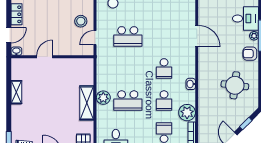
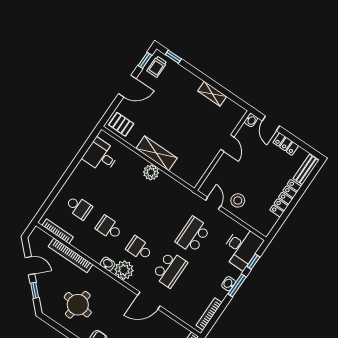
school desk: (128, 101) -> (170, 269), moved, turned 180
plant: (187, 113) -> (124, 270), moved
bookcase: (203, 115) -> (70, 255), added

